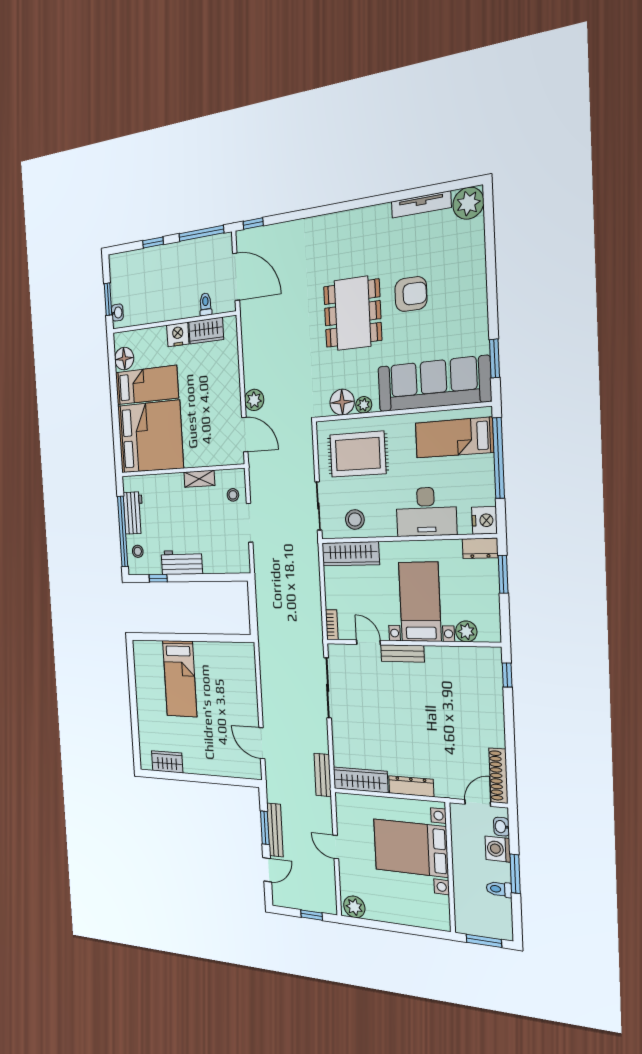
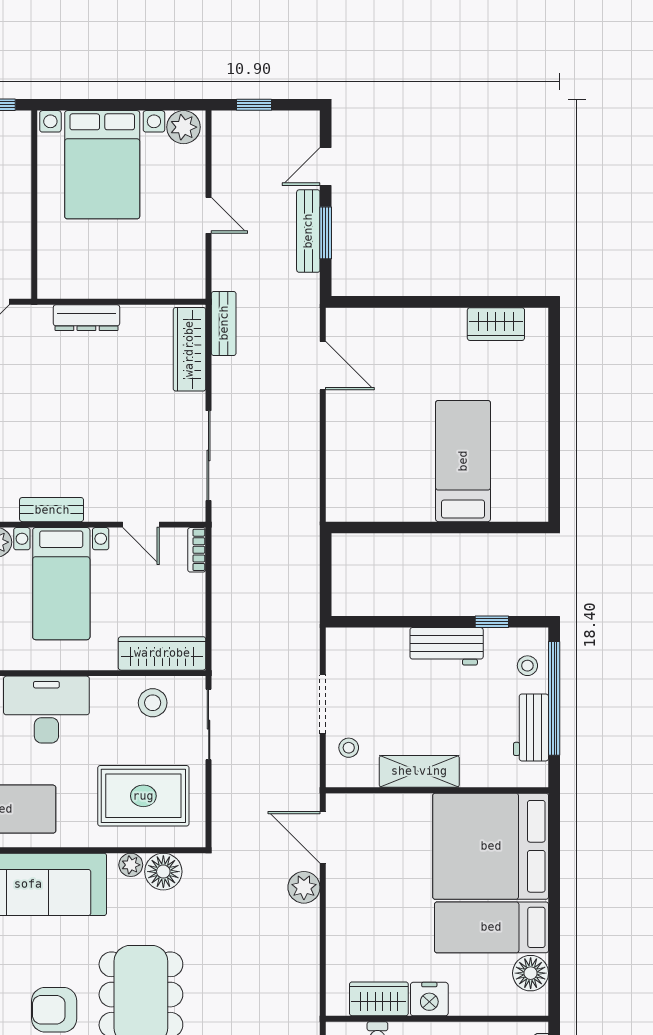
shelving: (199, 479) -> (419, 771), width x1.50, depth x1.33
bench: (402, 653) -> (52, 510), moved
wardrobe: (360, 780) -> (189, 349), moved, turned 90
bed with nightstands: (411, 848) -> (102, 165), moved, turned 90

